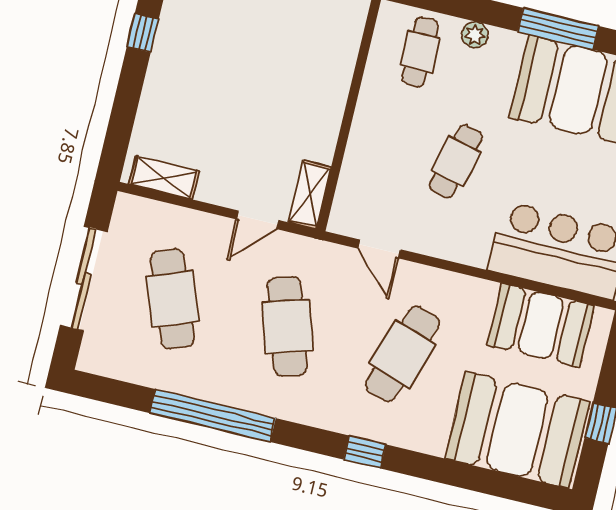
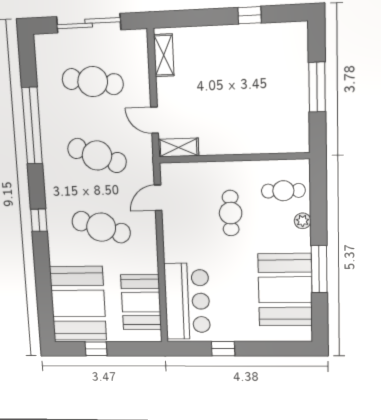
cafe table: (456, 161) -> (231, 213), moved, turned 76
cafe table: (172, 299) -> (93, 82), turned 30
cafe table: (287, 326) -> (97, 155), turned 39

